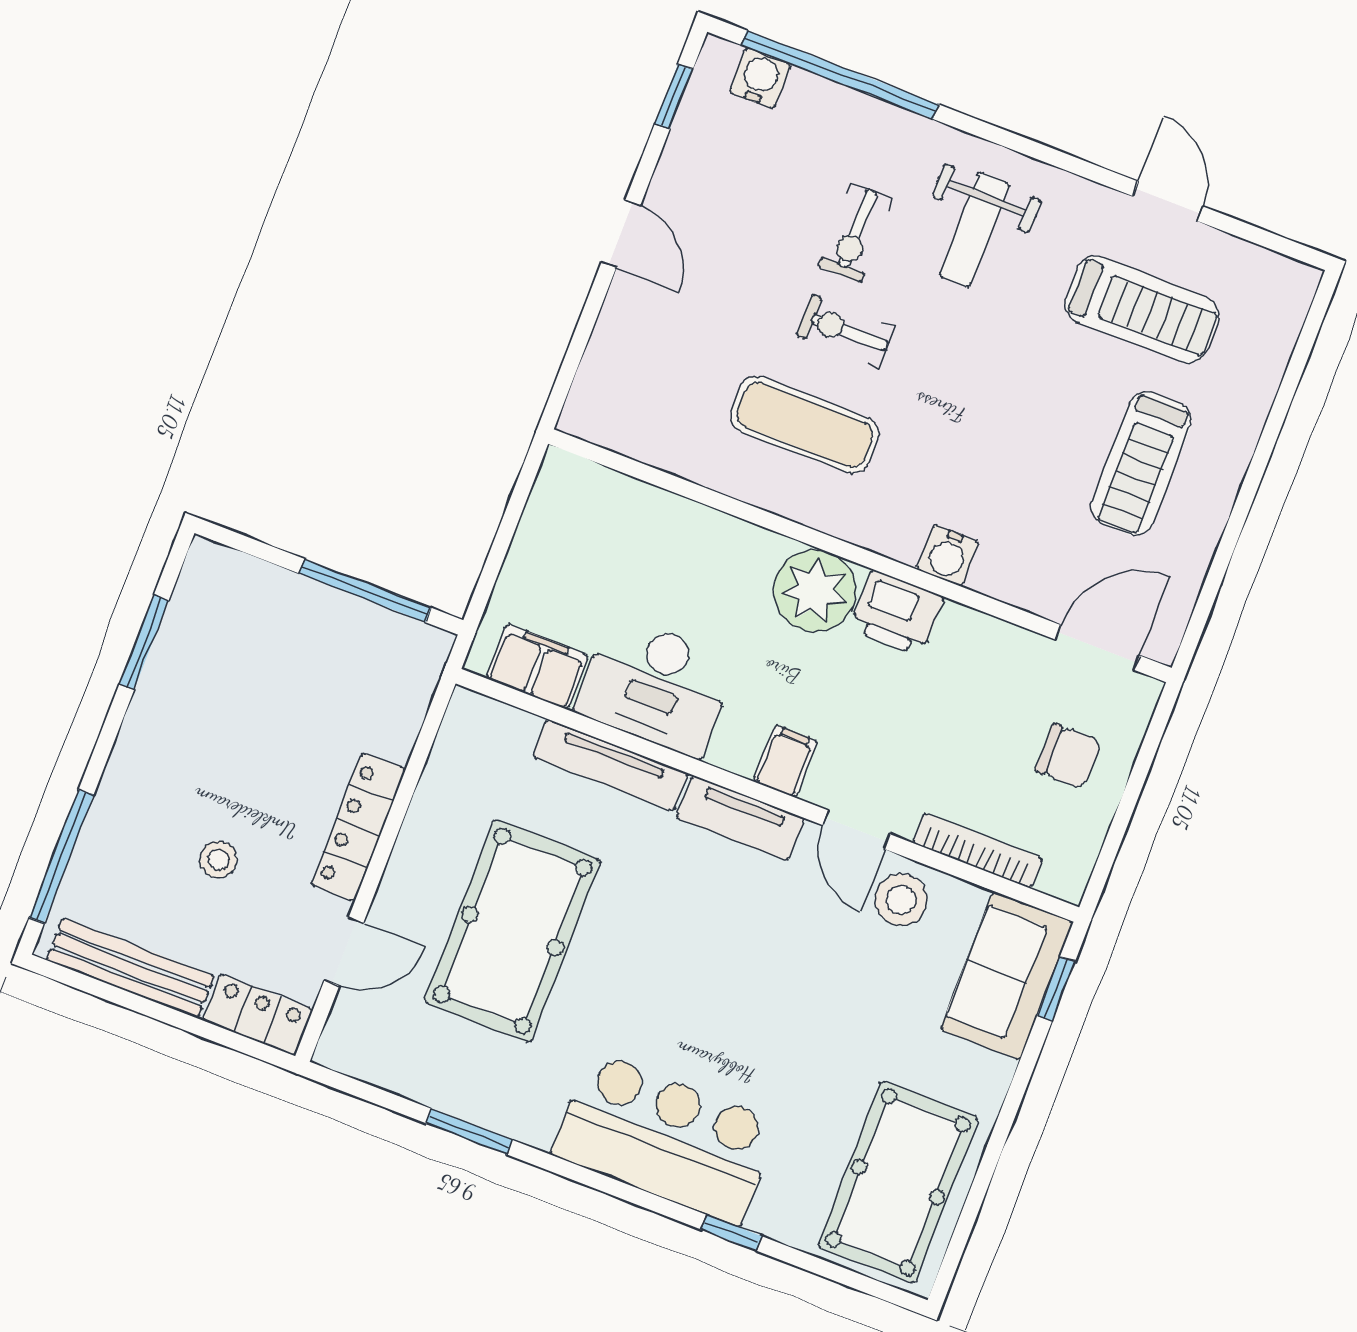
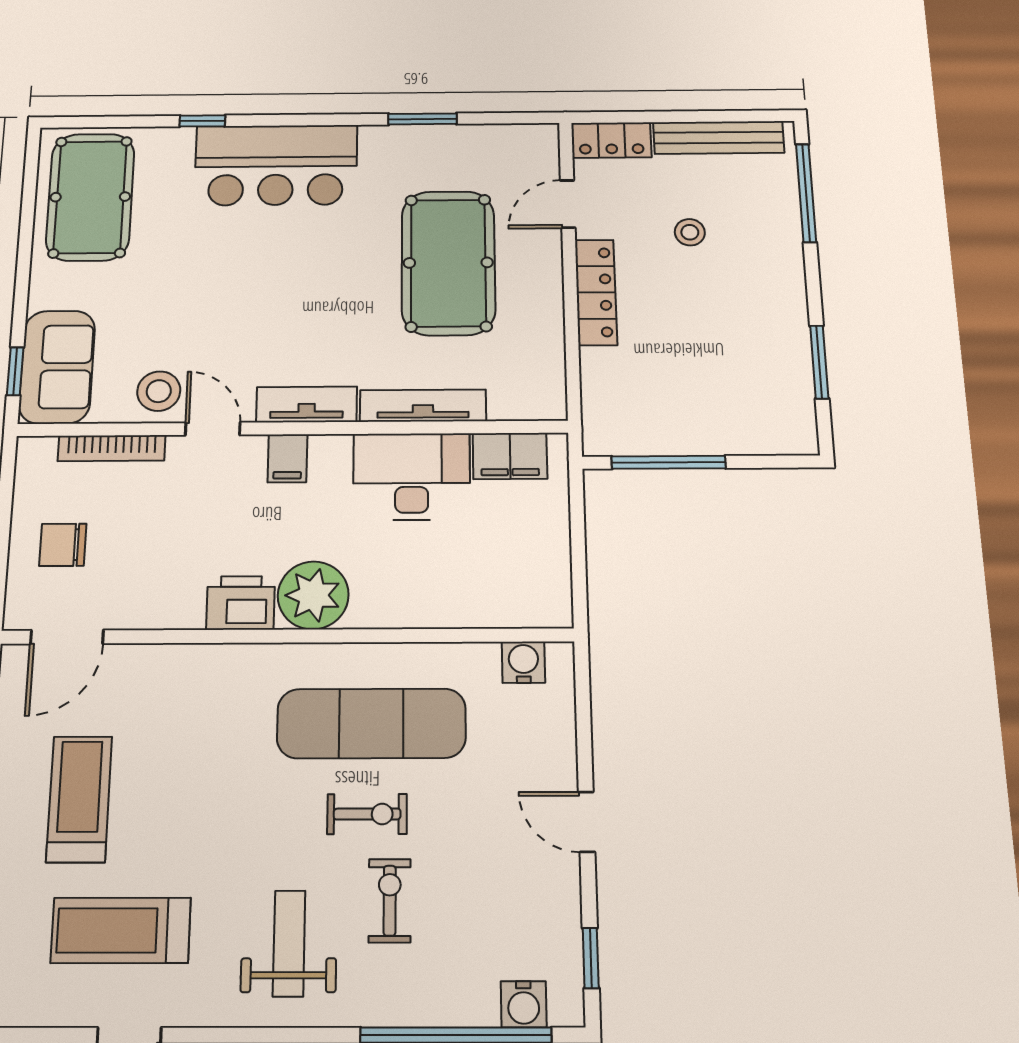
exercise mat: (805, 425) -> (371, 723), width x1.36, depth x1.45
water cooler: (948, 555) -> (523, 662), moved

